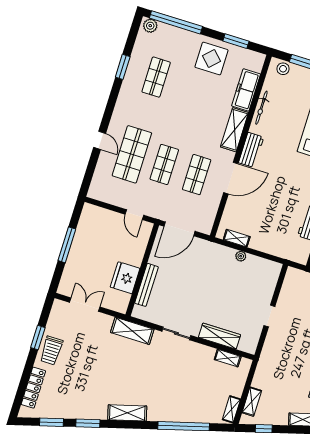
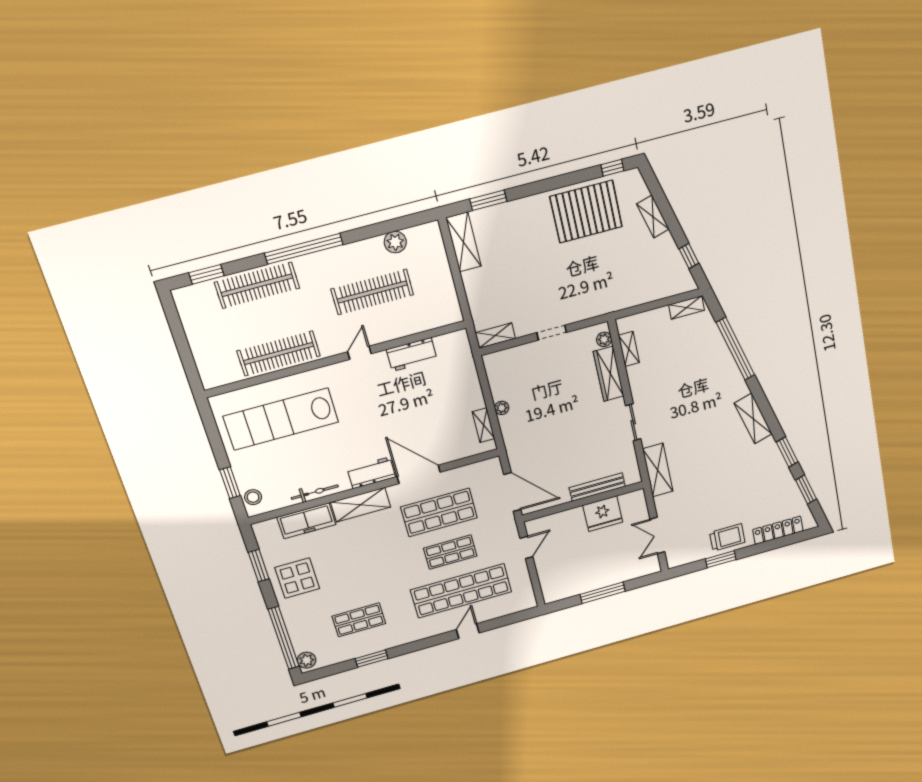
shop shelf: (132, 154) -> (461, 591), width x1.40
shop shelf: (197, 175) -> (439, 512), width x1.43, depth x1.36
plant: (244, 346) -> (604, 339), added
shelving: (252, 402) -> (495, 336), moved

